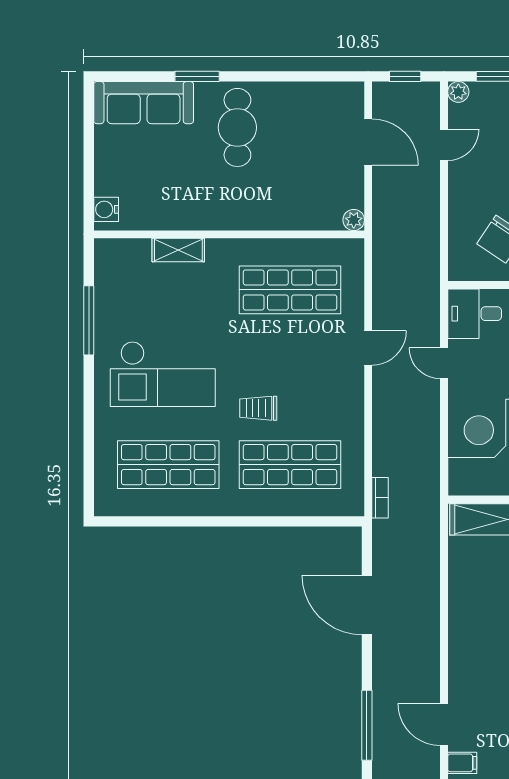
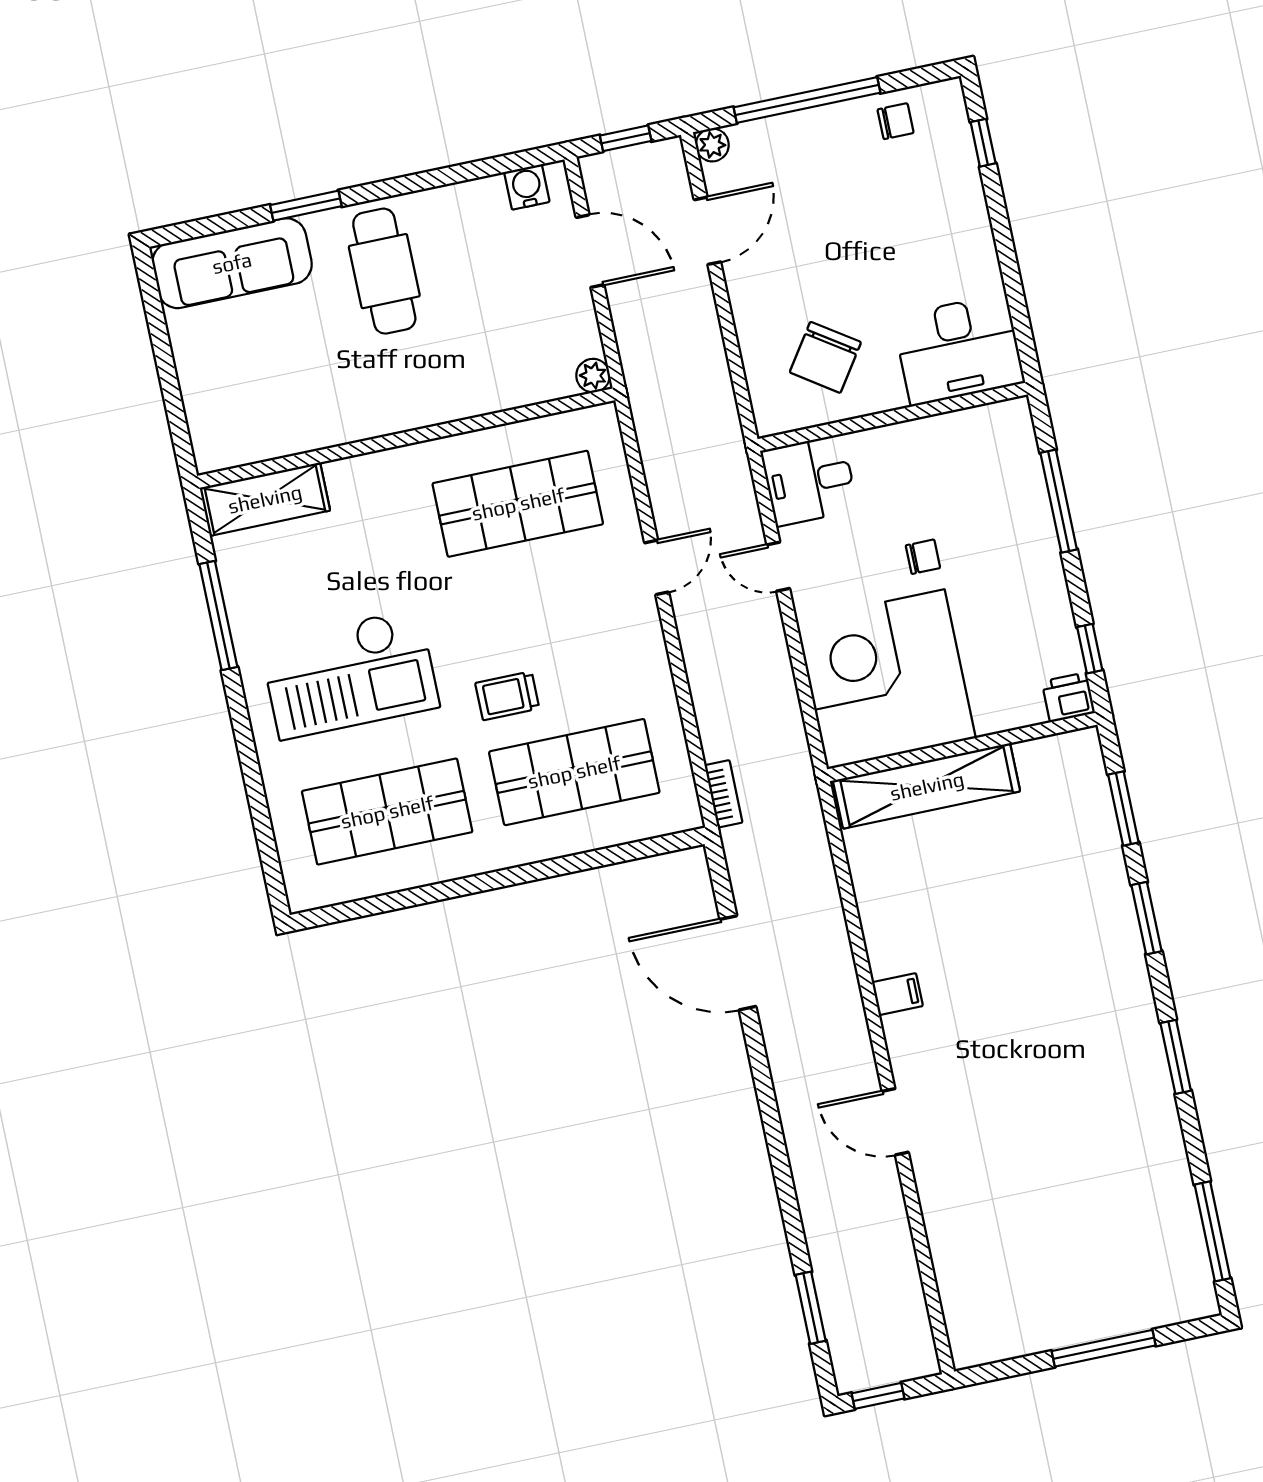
door: (444, 145) -> (707, 231), width x1.38
water cooler: (106, 209) -> (527, 187), moved, turned 90
shelving: (178, 250) -> (265, 499), moved, width x1.50, depth x1.33
window: (367, 725) -> (777, 1148), removed
filing cabinet: (462, 763) -> (897, 994), moved

